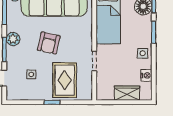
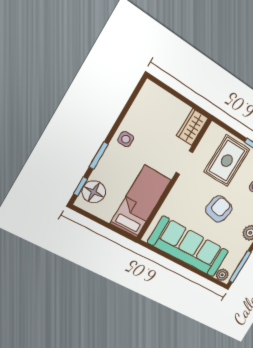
nightstand: (146, 75) -> (136, 111), removed
wardrobe: (127, 93) -> (192, 127), moved, turned 90

